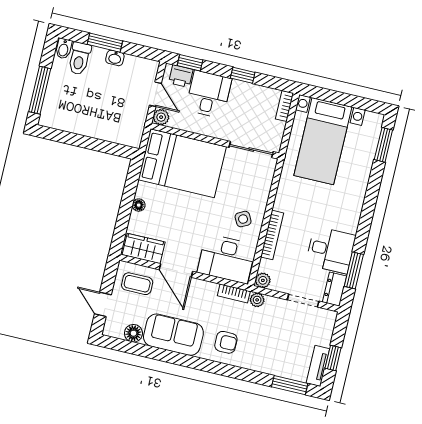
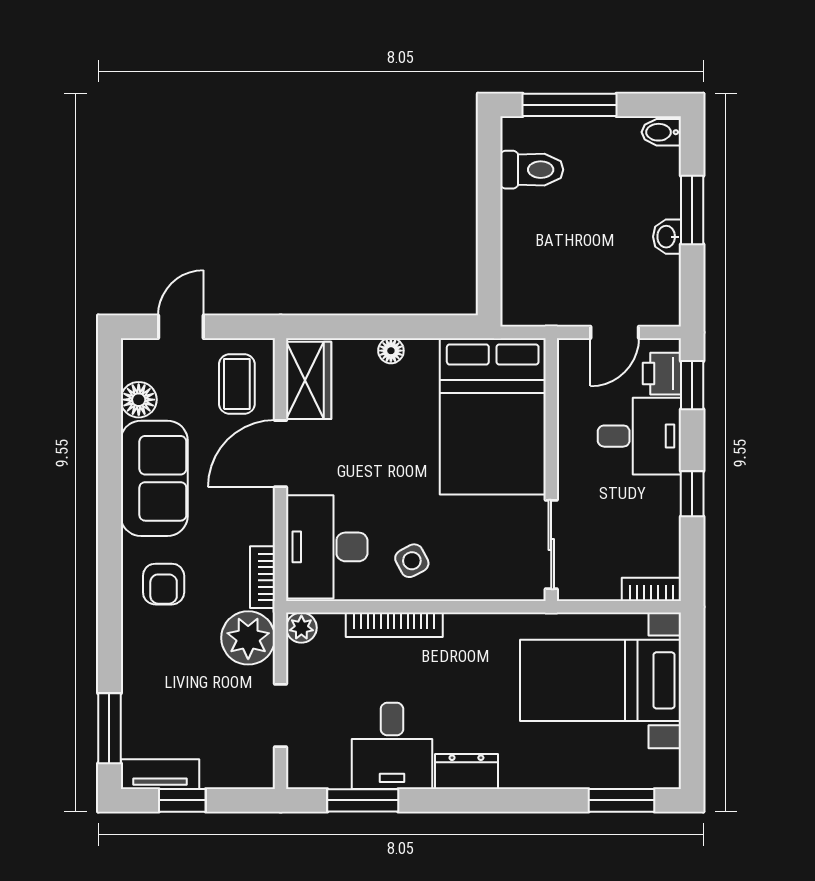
toilet: (79, 58) -> (532, 170), moved, turned 180
plant: (161, 117) -> (573, 354), removed
dresser: (335, 289) -> (466, 771), moved
plant: (257, 300) -> (248, 638), width x1.88, depth x1.88

